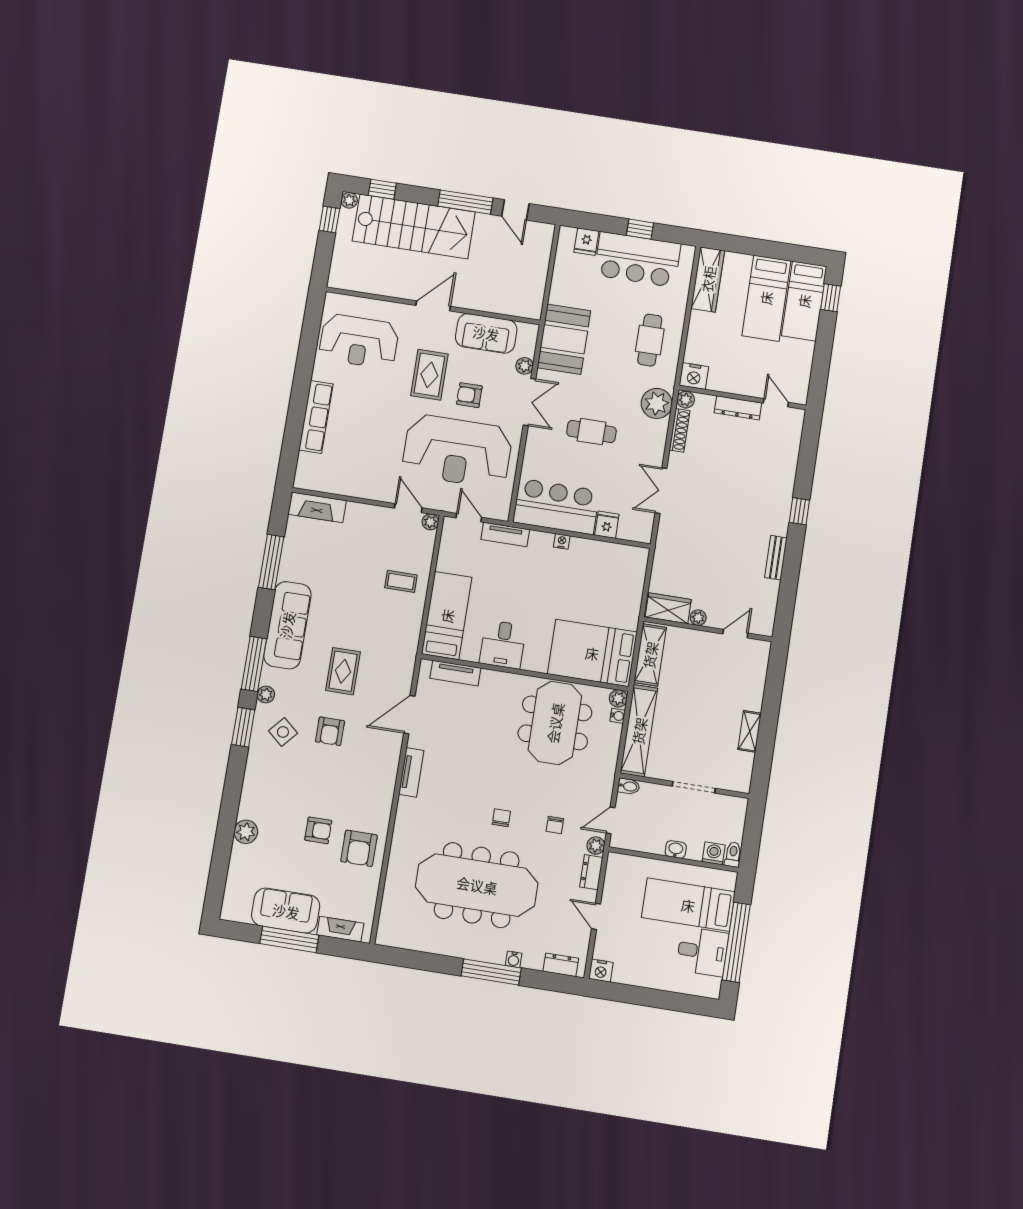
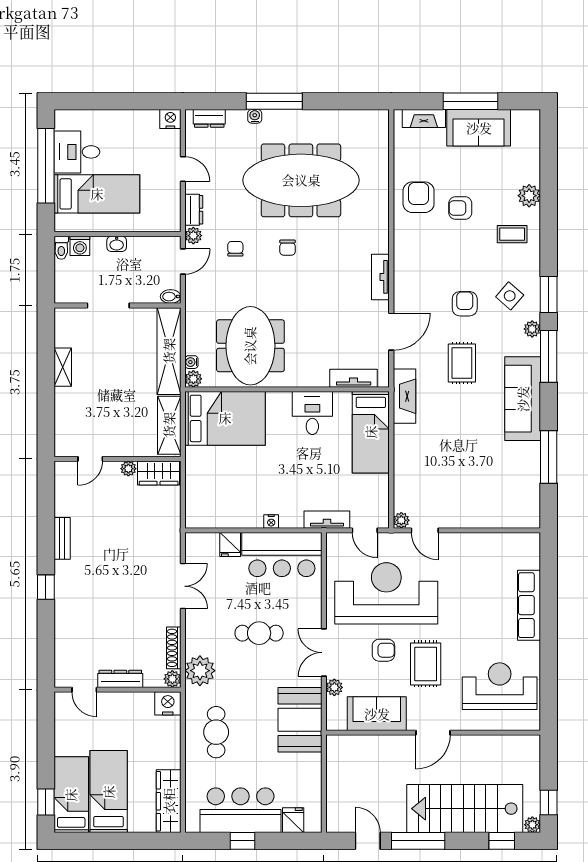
fireplace: (317, 507) -> (404, 396), moved, turned 90
coffee table: (401, 581) -> (512, 234), moved

